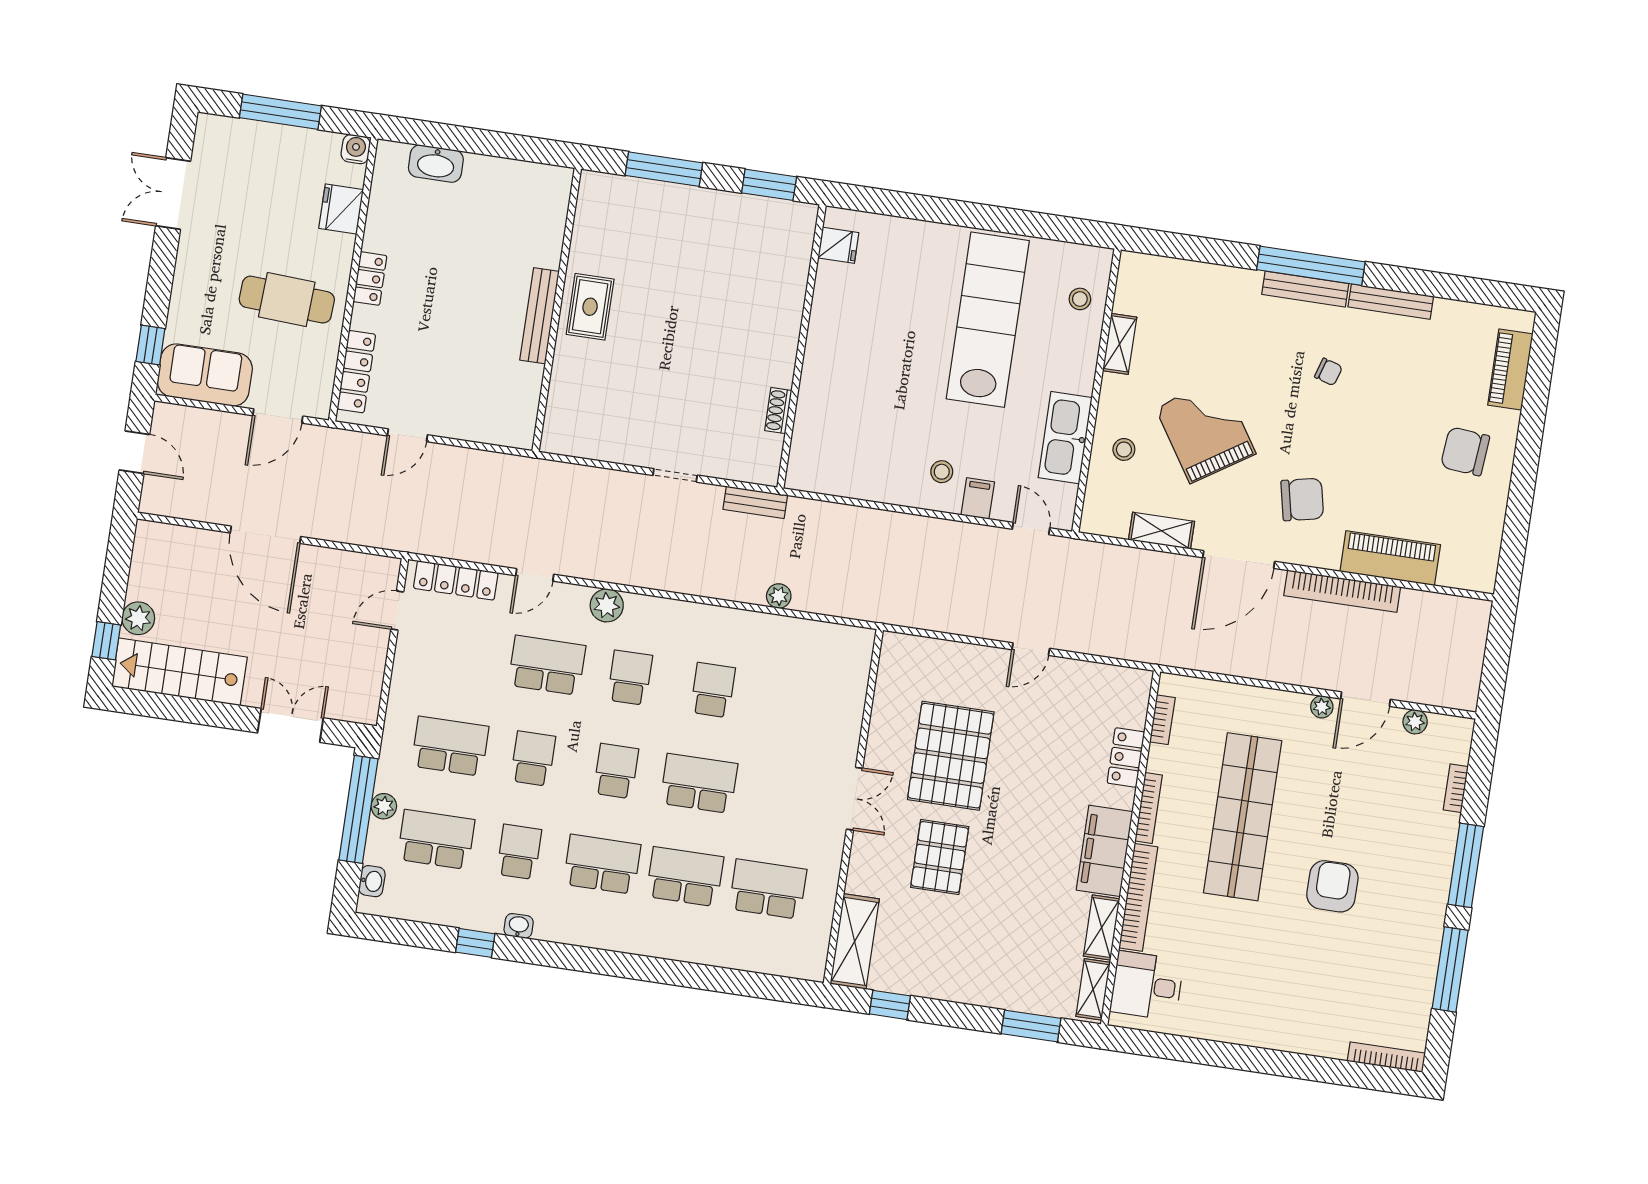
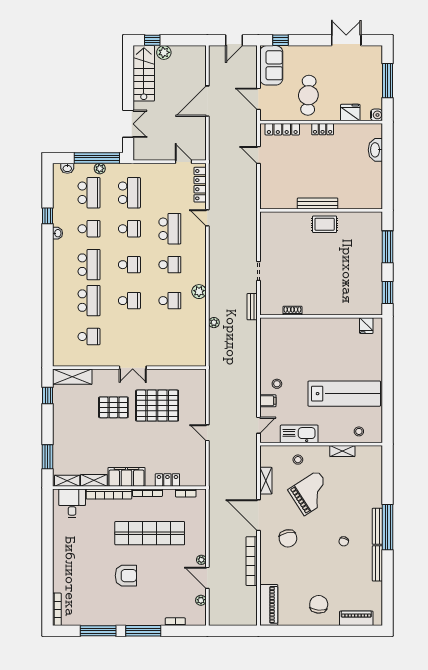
piano: (1390, 558) -> (269, 605), moved
plant: (607, 605) -> (199, 292), moved
school desk: (699, 783) -> (129, 301), width x0.54
school desk: (768, 889) -> (89, 337), width x0.54

